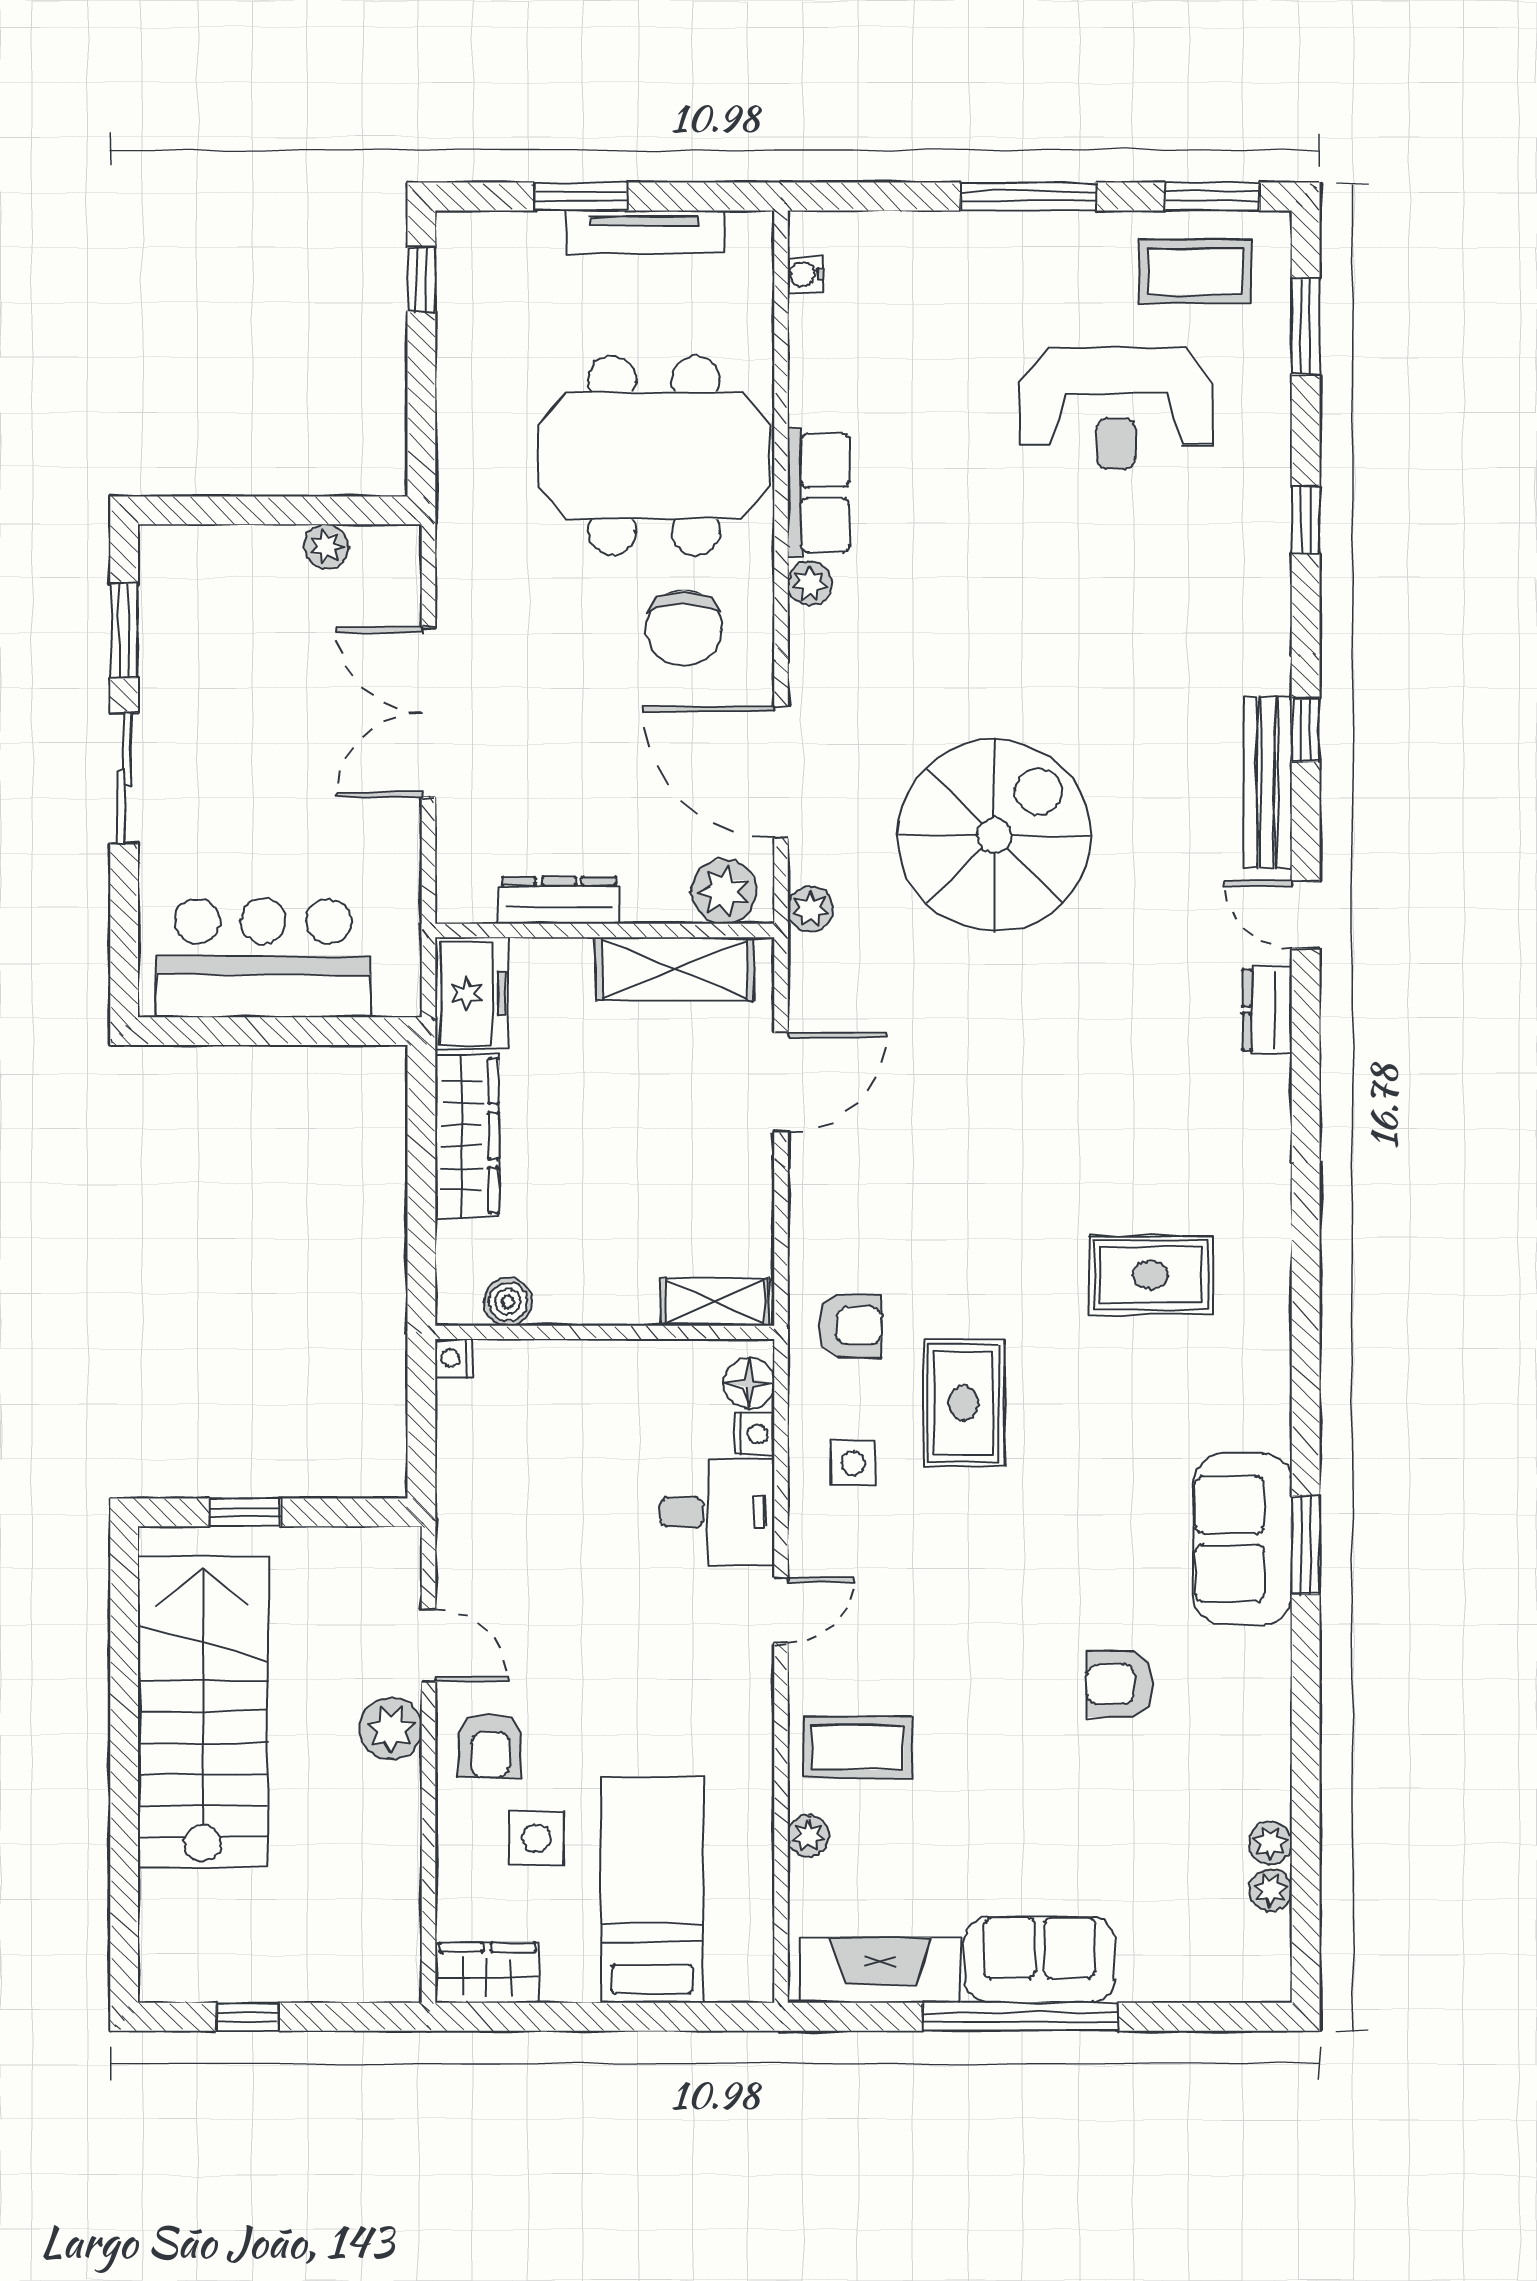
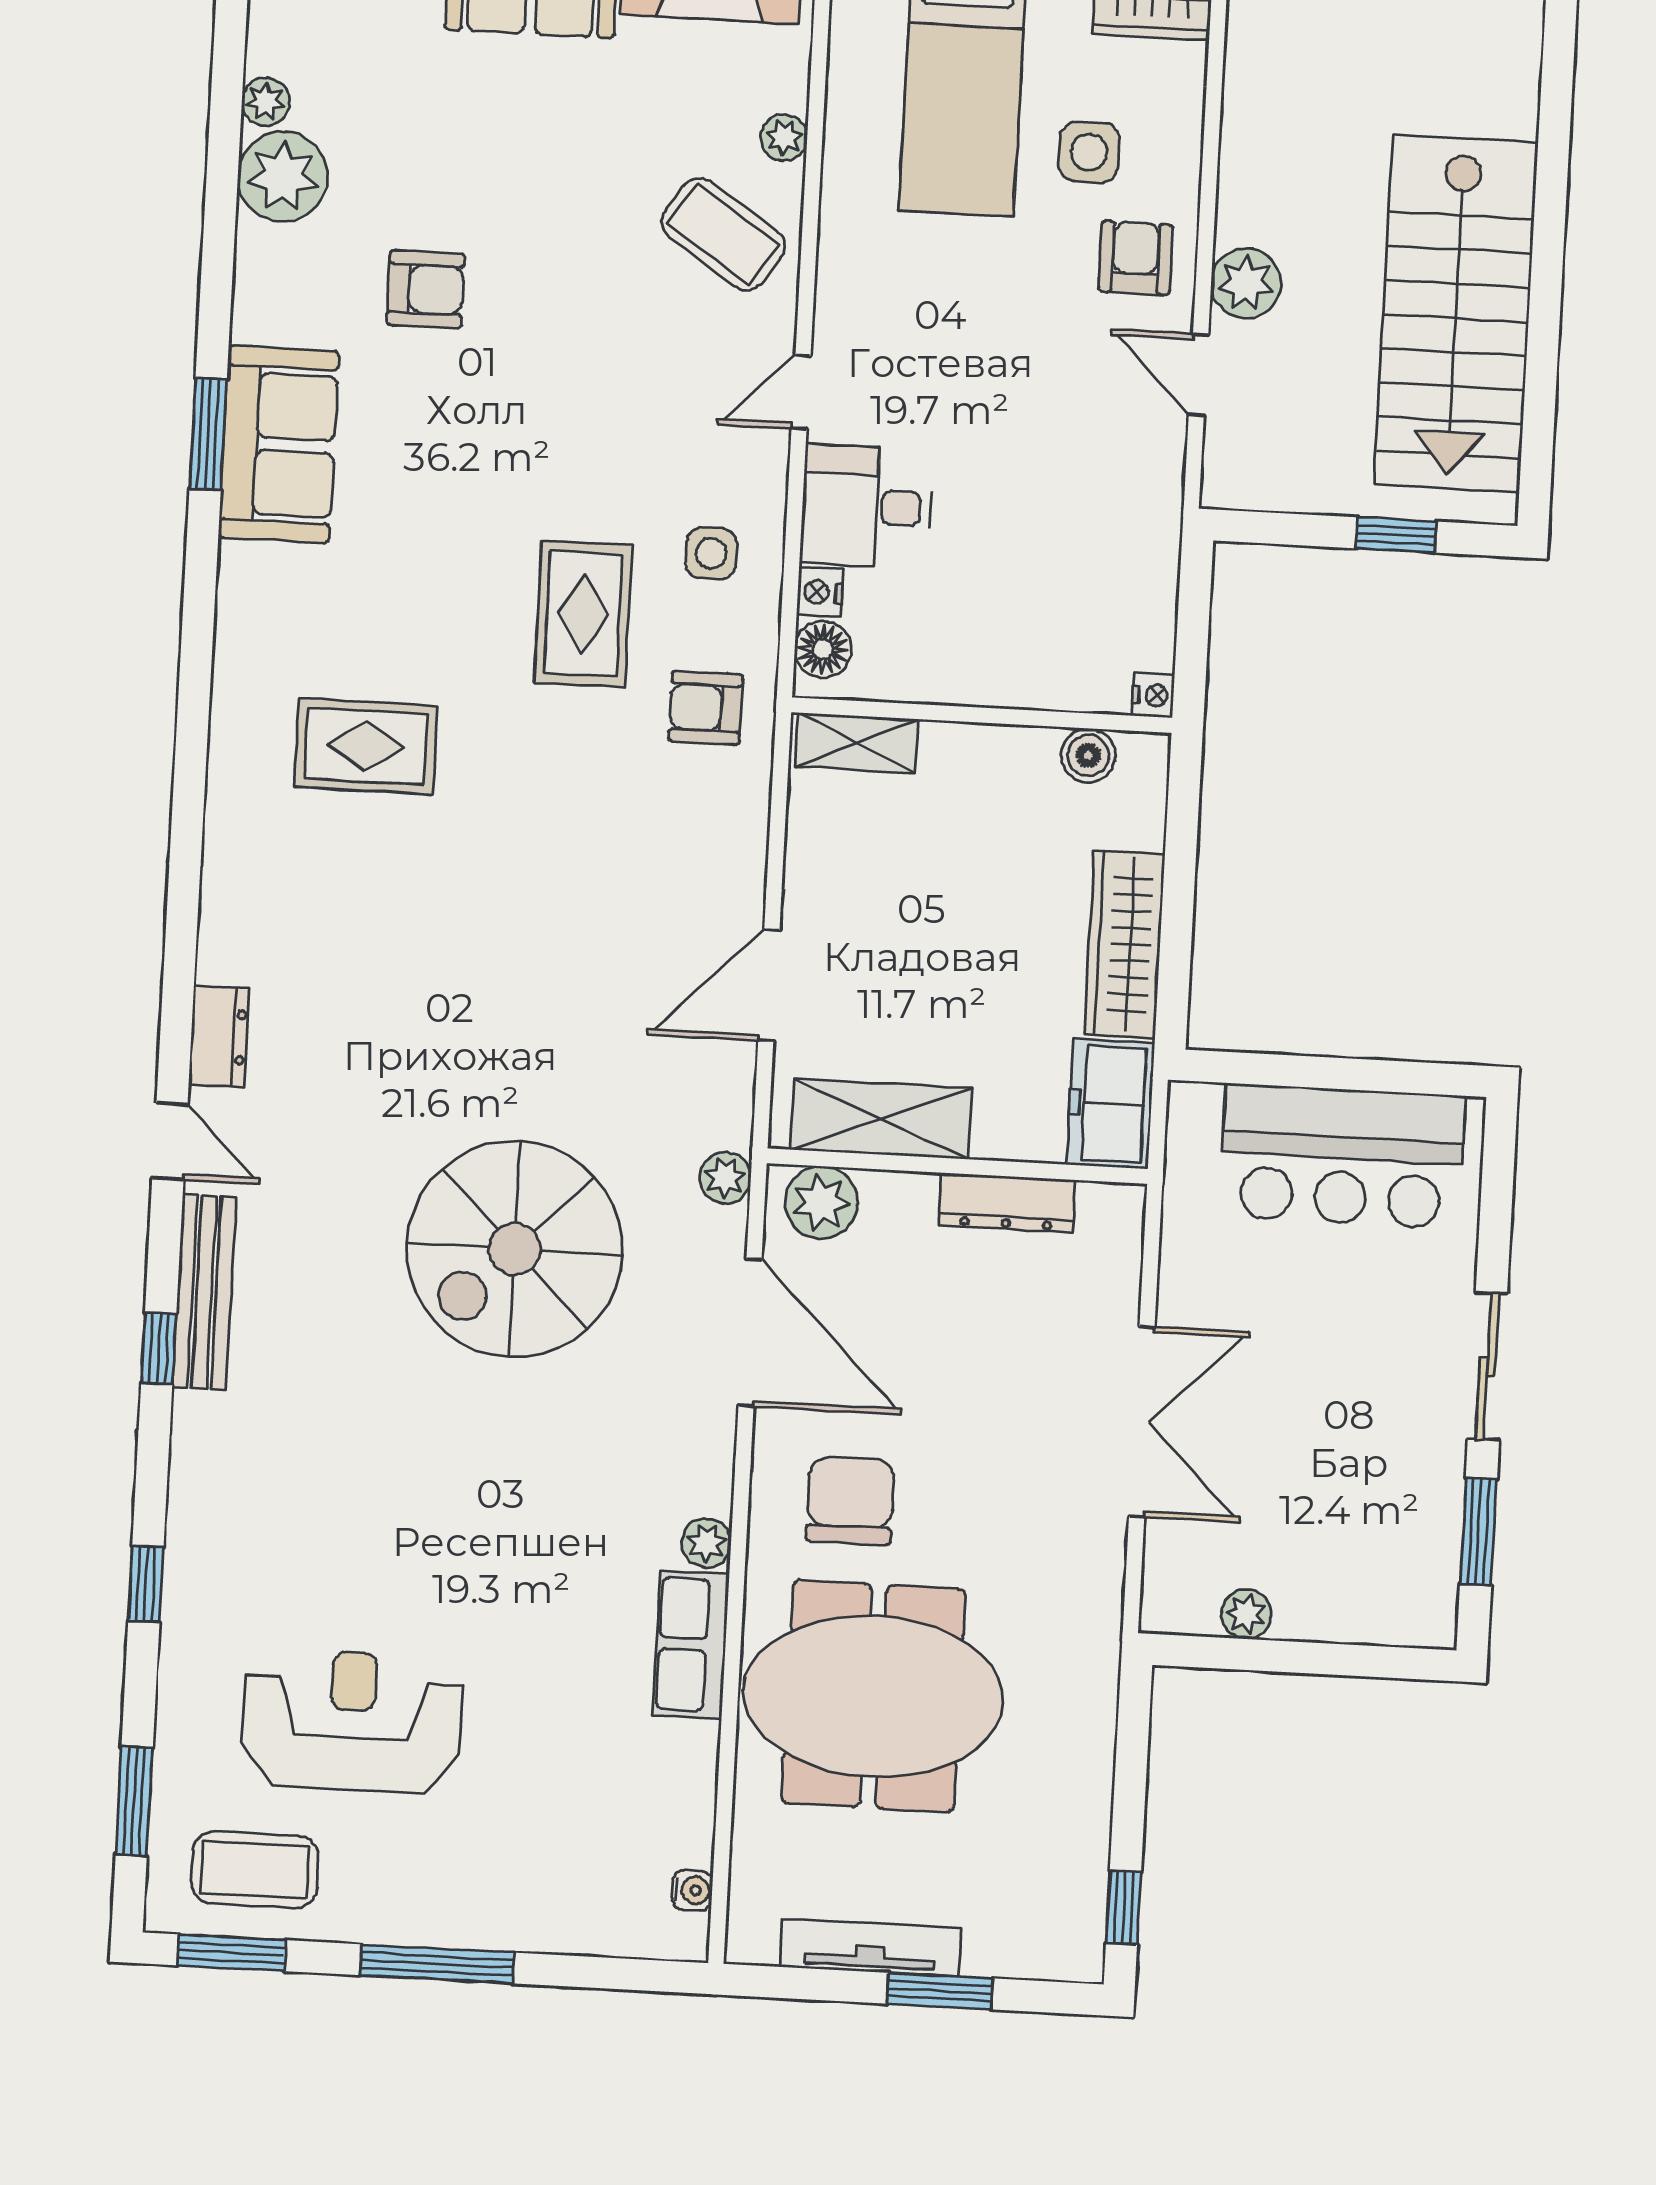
coffee table: (858, 1747) -> (723, 234), turned 34
plant: (1271, 1890) -> (283, 177), moved, width x1.88, depth x1.88

